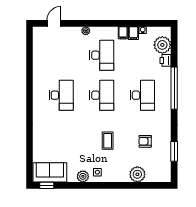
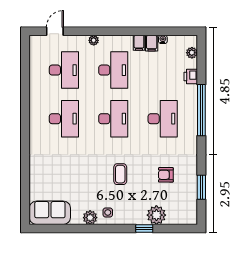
plant: (162, 45) -> (192, 53), width x0.53, depth x0.53
desk: (61, 55) -> (64, 70), added
window: (47, 185) -> (144, 229), moved

